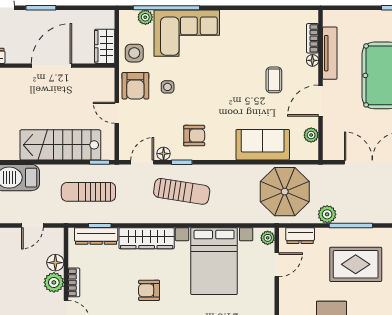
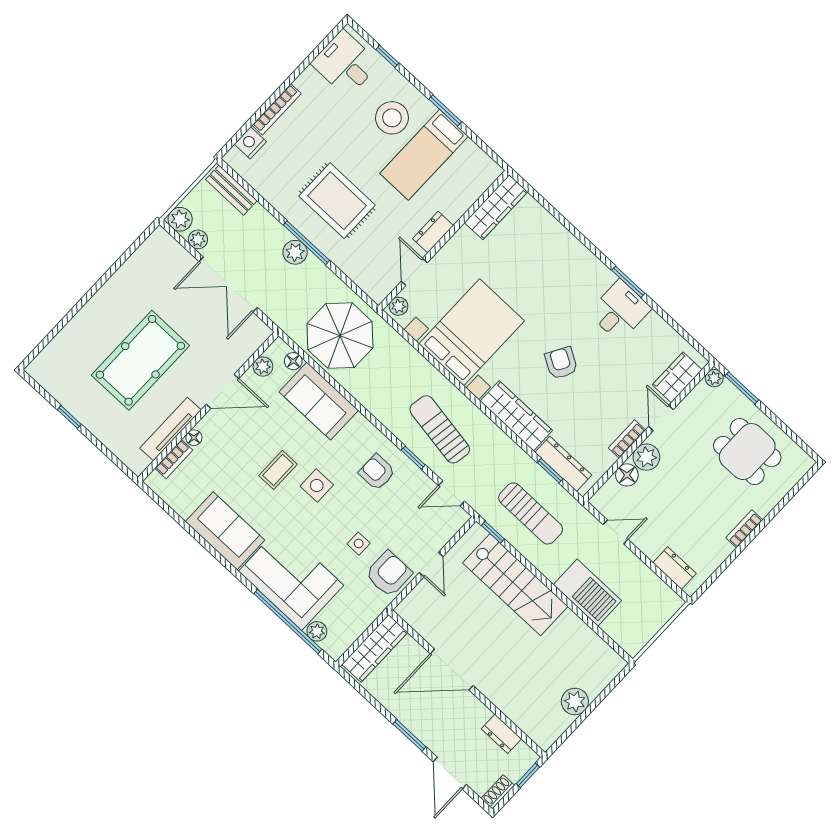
sofa: (248, 25) -> (225, 531), added
wardrobe: (105, 46) -> (375, 648), width x1.50
side table: (134, 53) -> (317, 486), moved
coffee table: (274, 80) -> (278, 470), moved
floor lamp: (164, 154) -> (293, 361), moved
plant: (327, 214) -> (295, 252), moved
dresser: (300, 236) -> (433, 232), moved, turned -90
door: (277, 265) -> (414, 272), hinge flipped
armchair: (149, 290) -> (561, 363), turned -150

